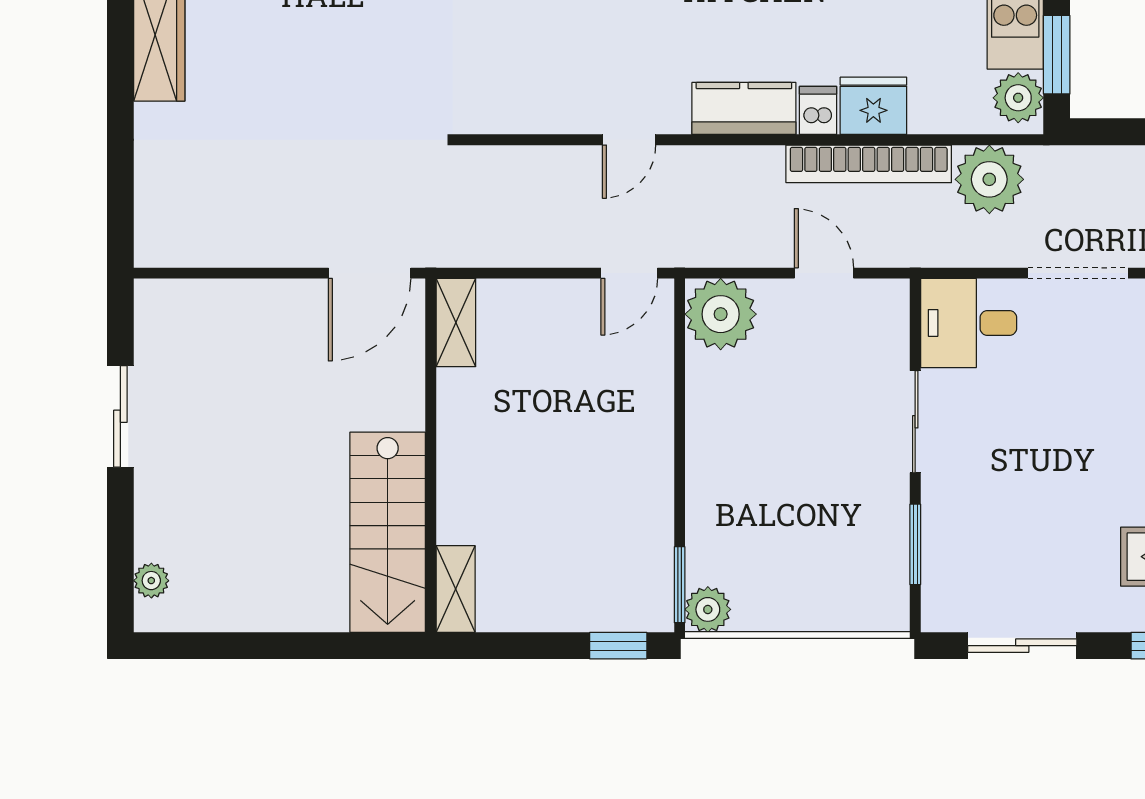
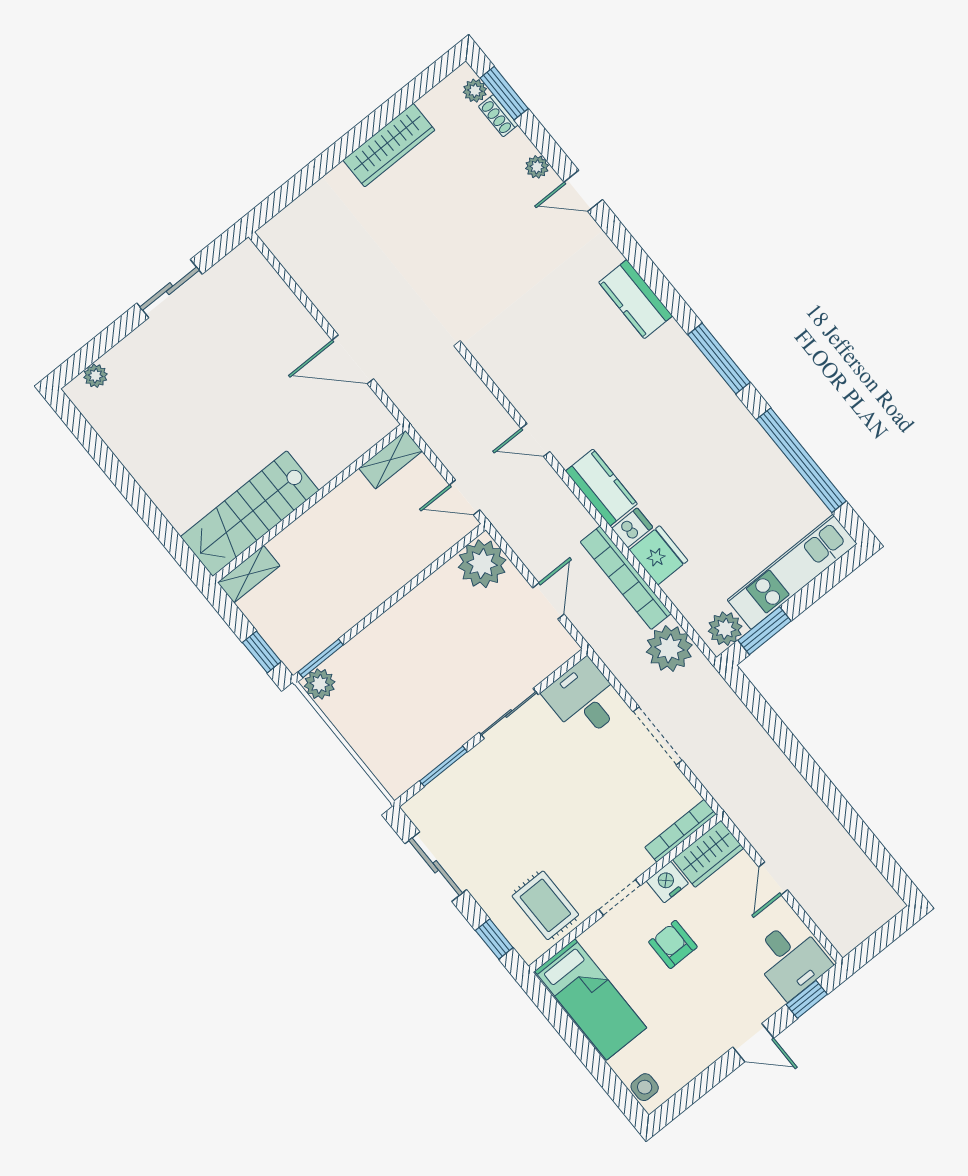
shelving: (456, 323) -> (390, 460), moved
wall: (431, 455) -> (309, 503), moved
stairs: (388, 532) -> (250, 514), moved
shelving: (456, 589) -> (249, 574), moved

